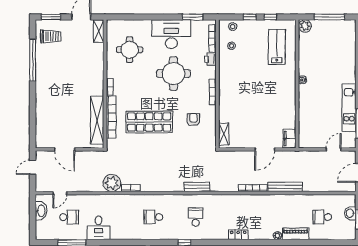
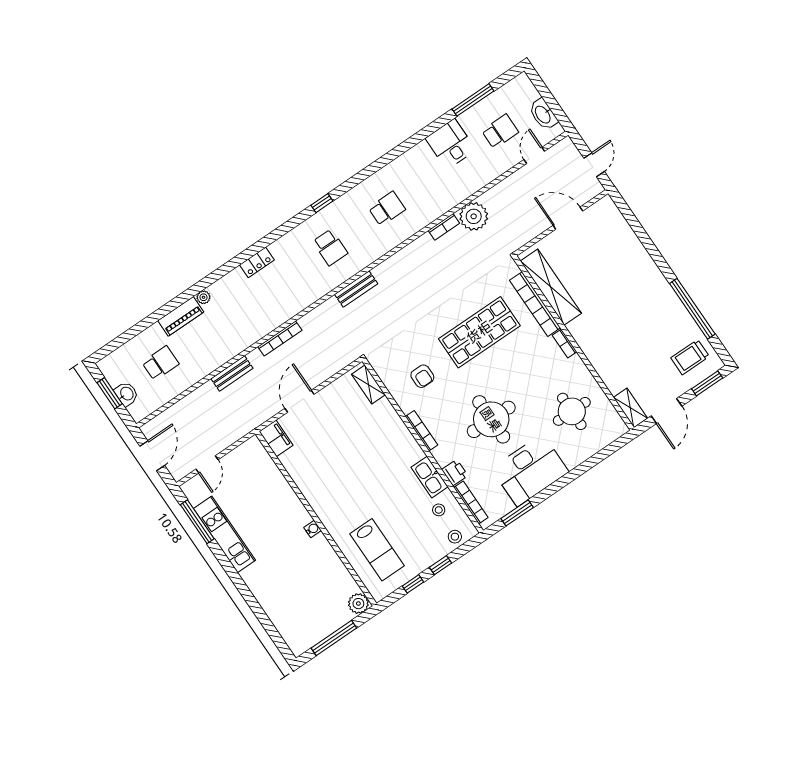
kitchen sink: (225, 66) -> (430, 477), added
bench: (285, 187) -> (232, 373), width x0.73
school desk: (69, 217) -> (500, 131), turned 180

